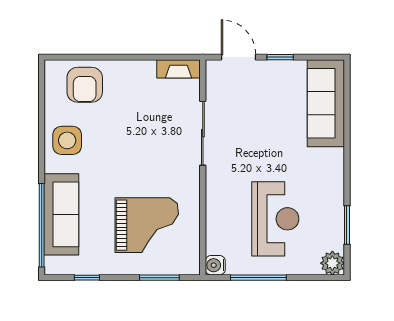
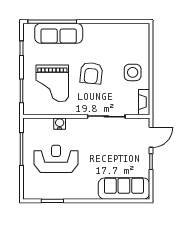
armchair: (85, 85) -> (91, 73), moved, turned -84
side table: (67, 140) -> (133, 72), moved
reception desk: (275, 219) -> (56, 159), turned 180
plant: (332, 263) -> (30, 192), removed
water cooler: (215, 265) -> (60, 124), moved

